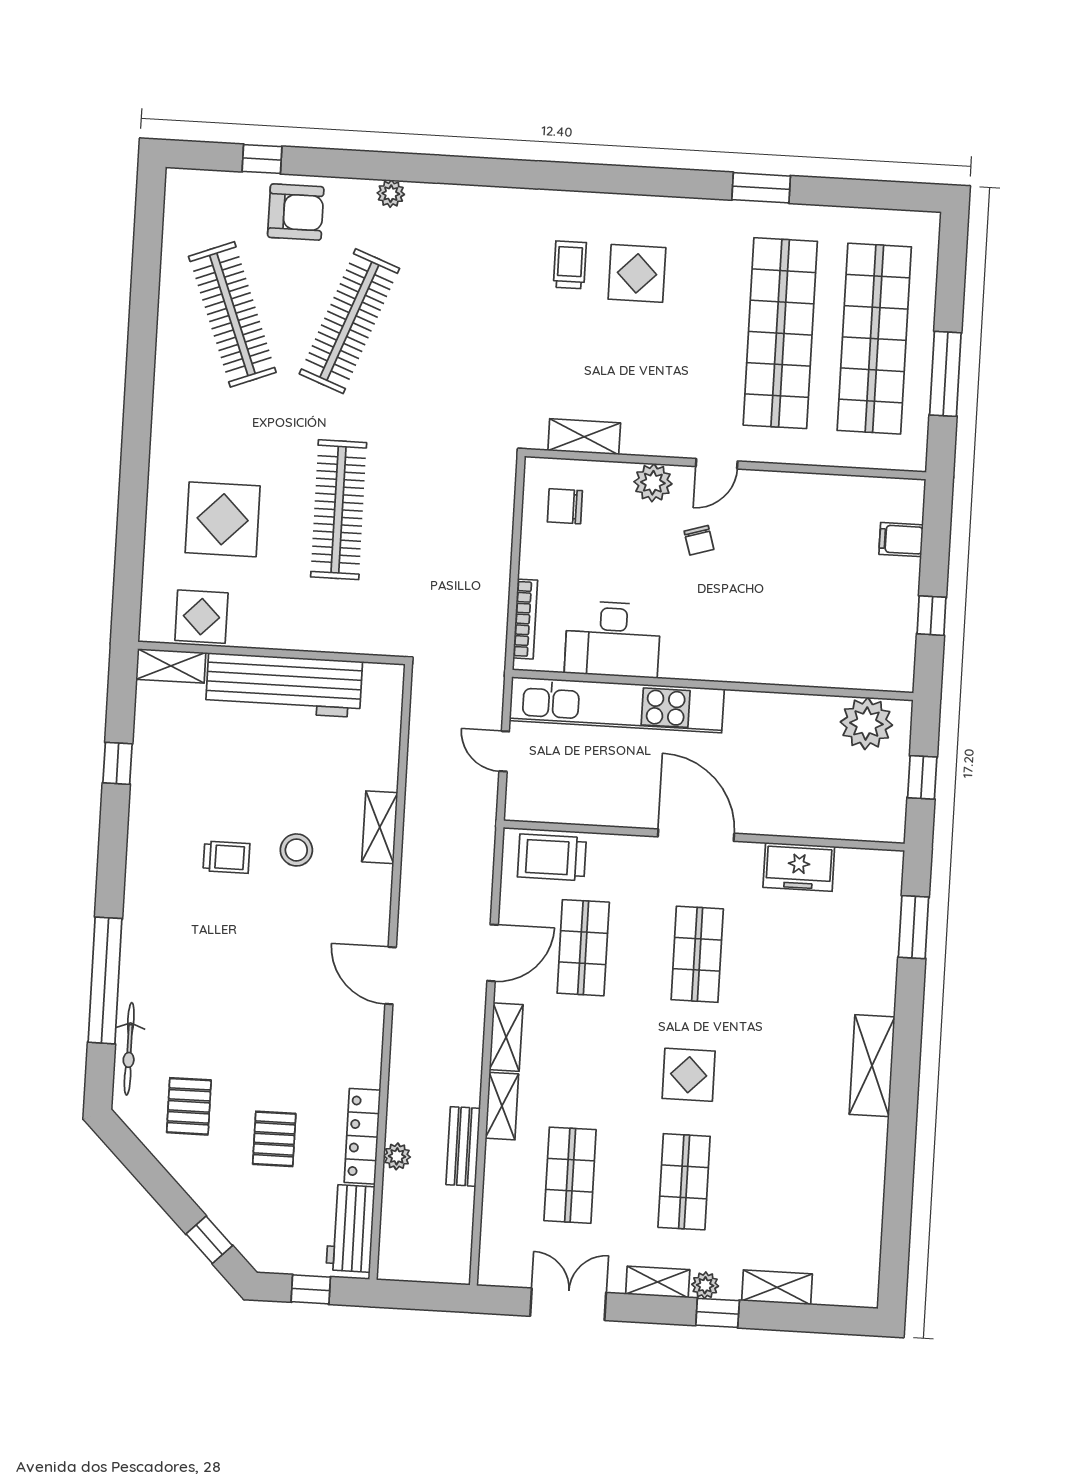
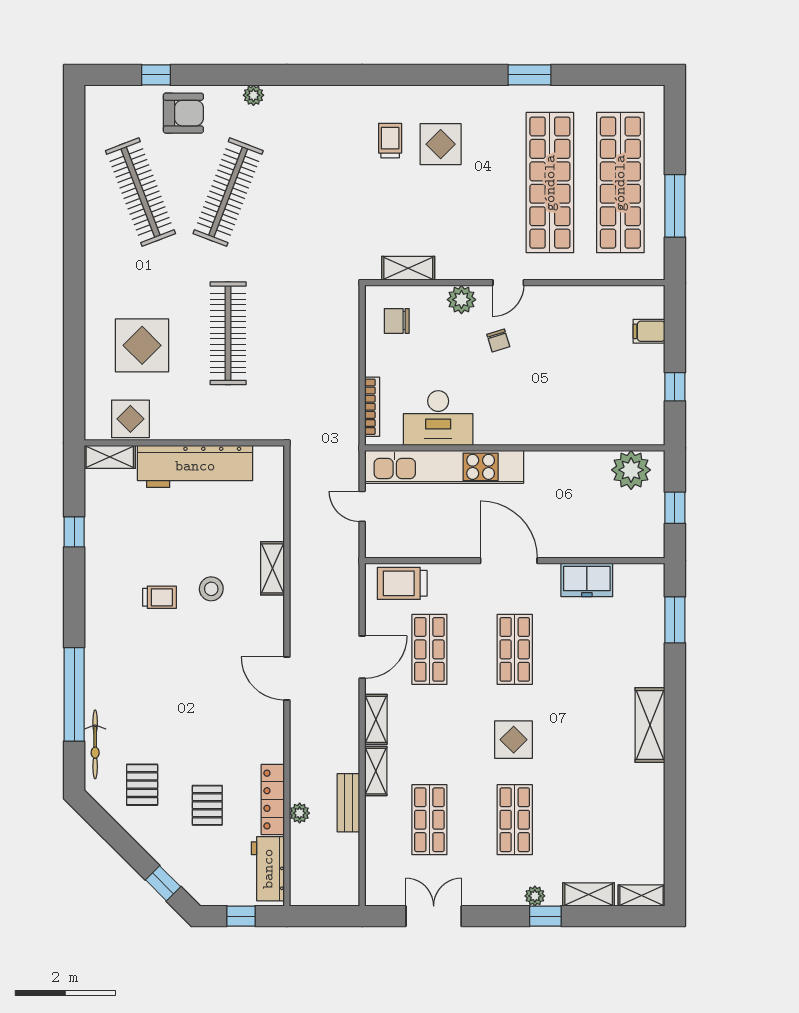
shelving: (658, 1282) -> (642, 895), moved

